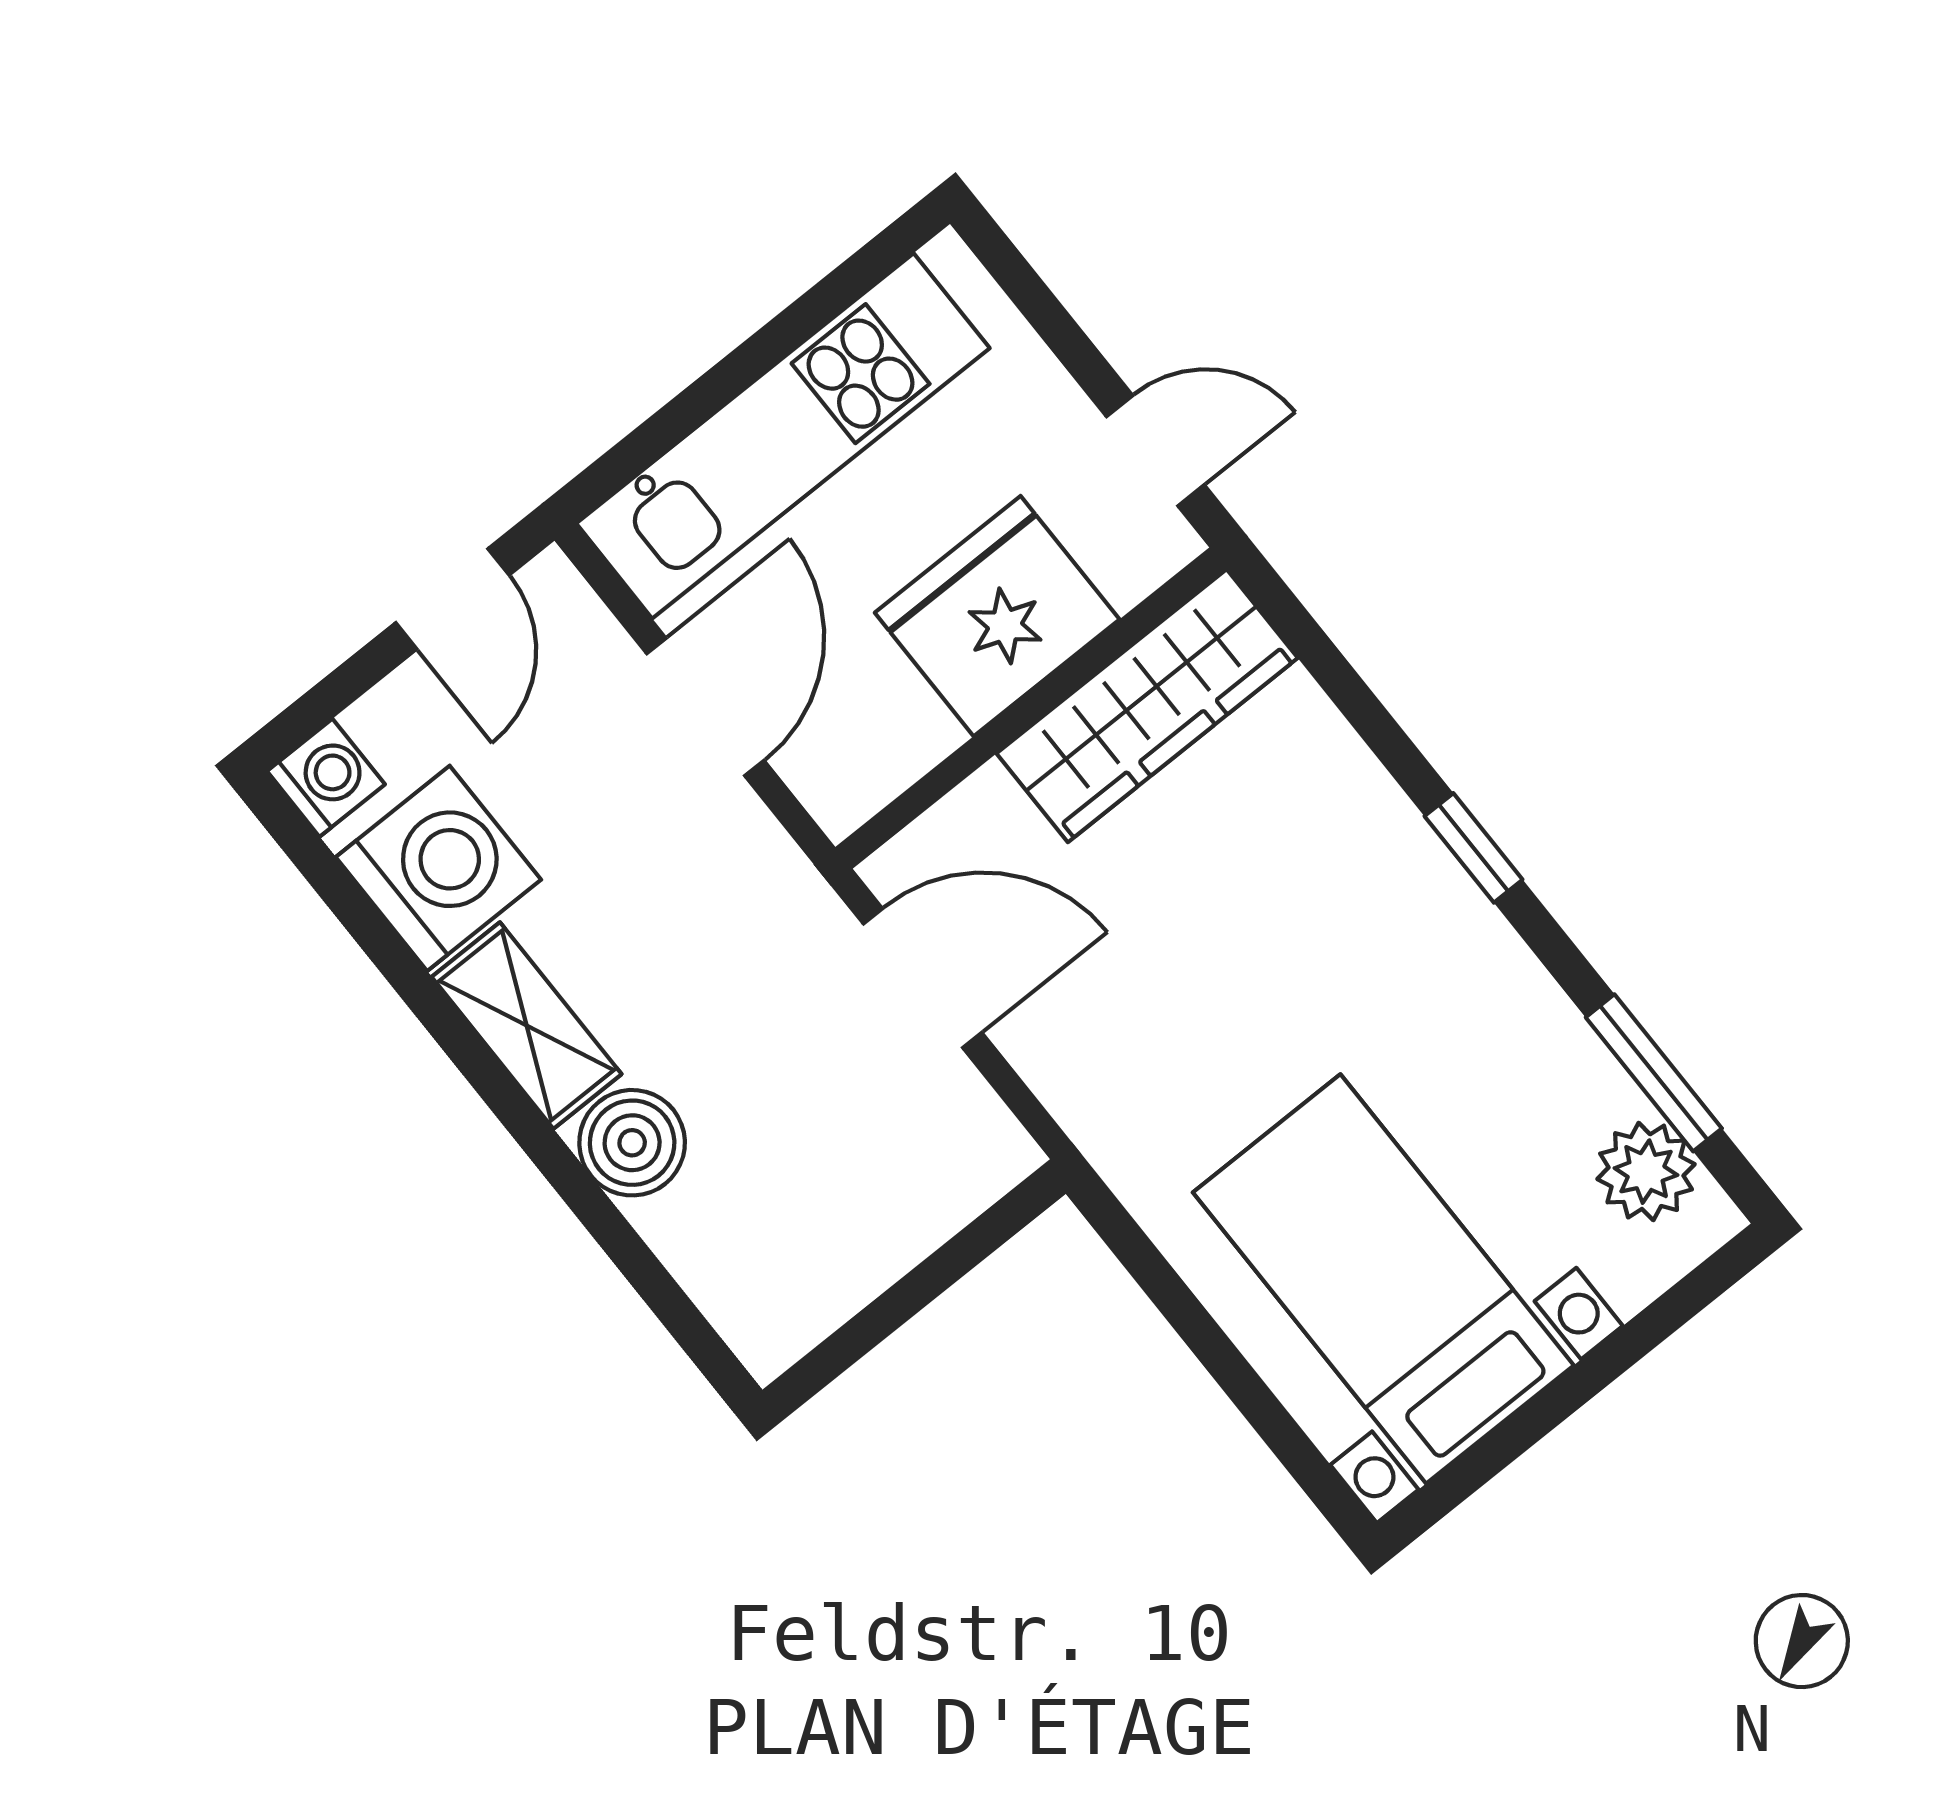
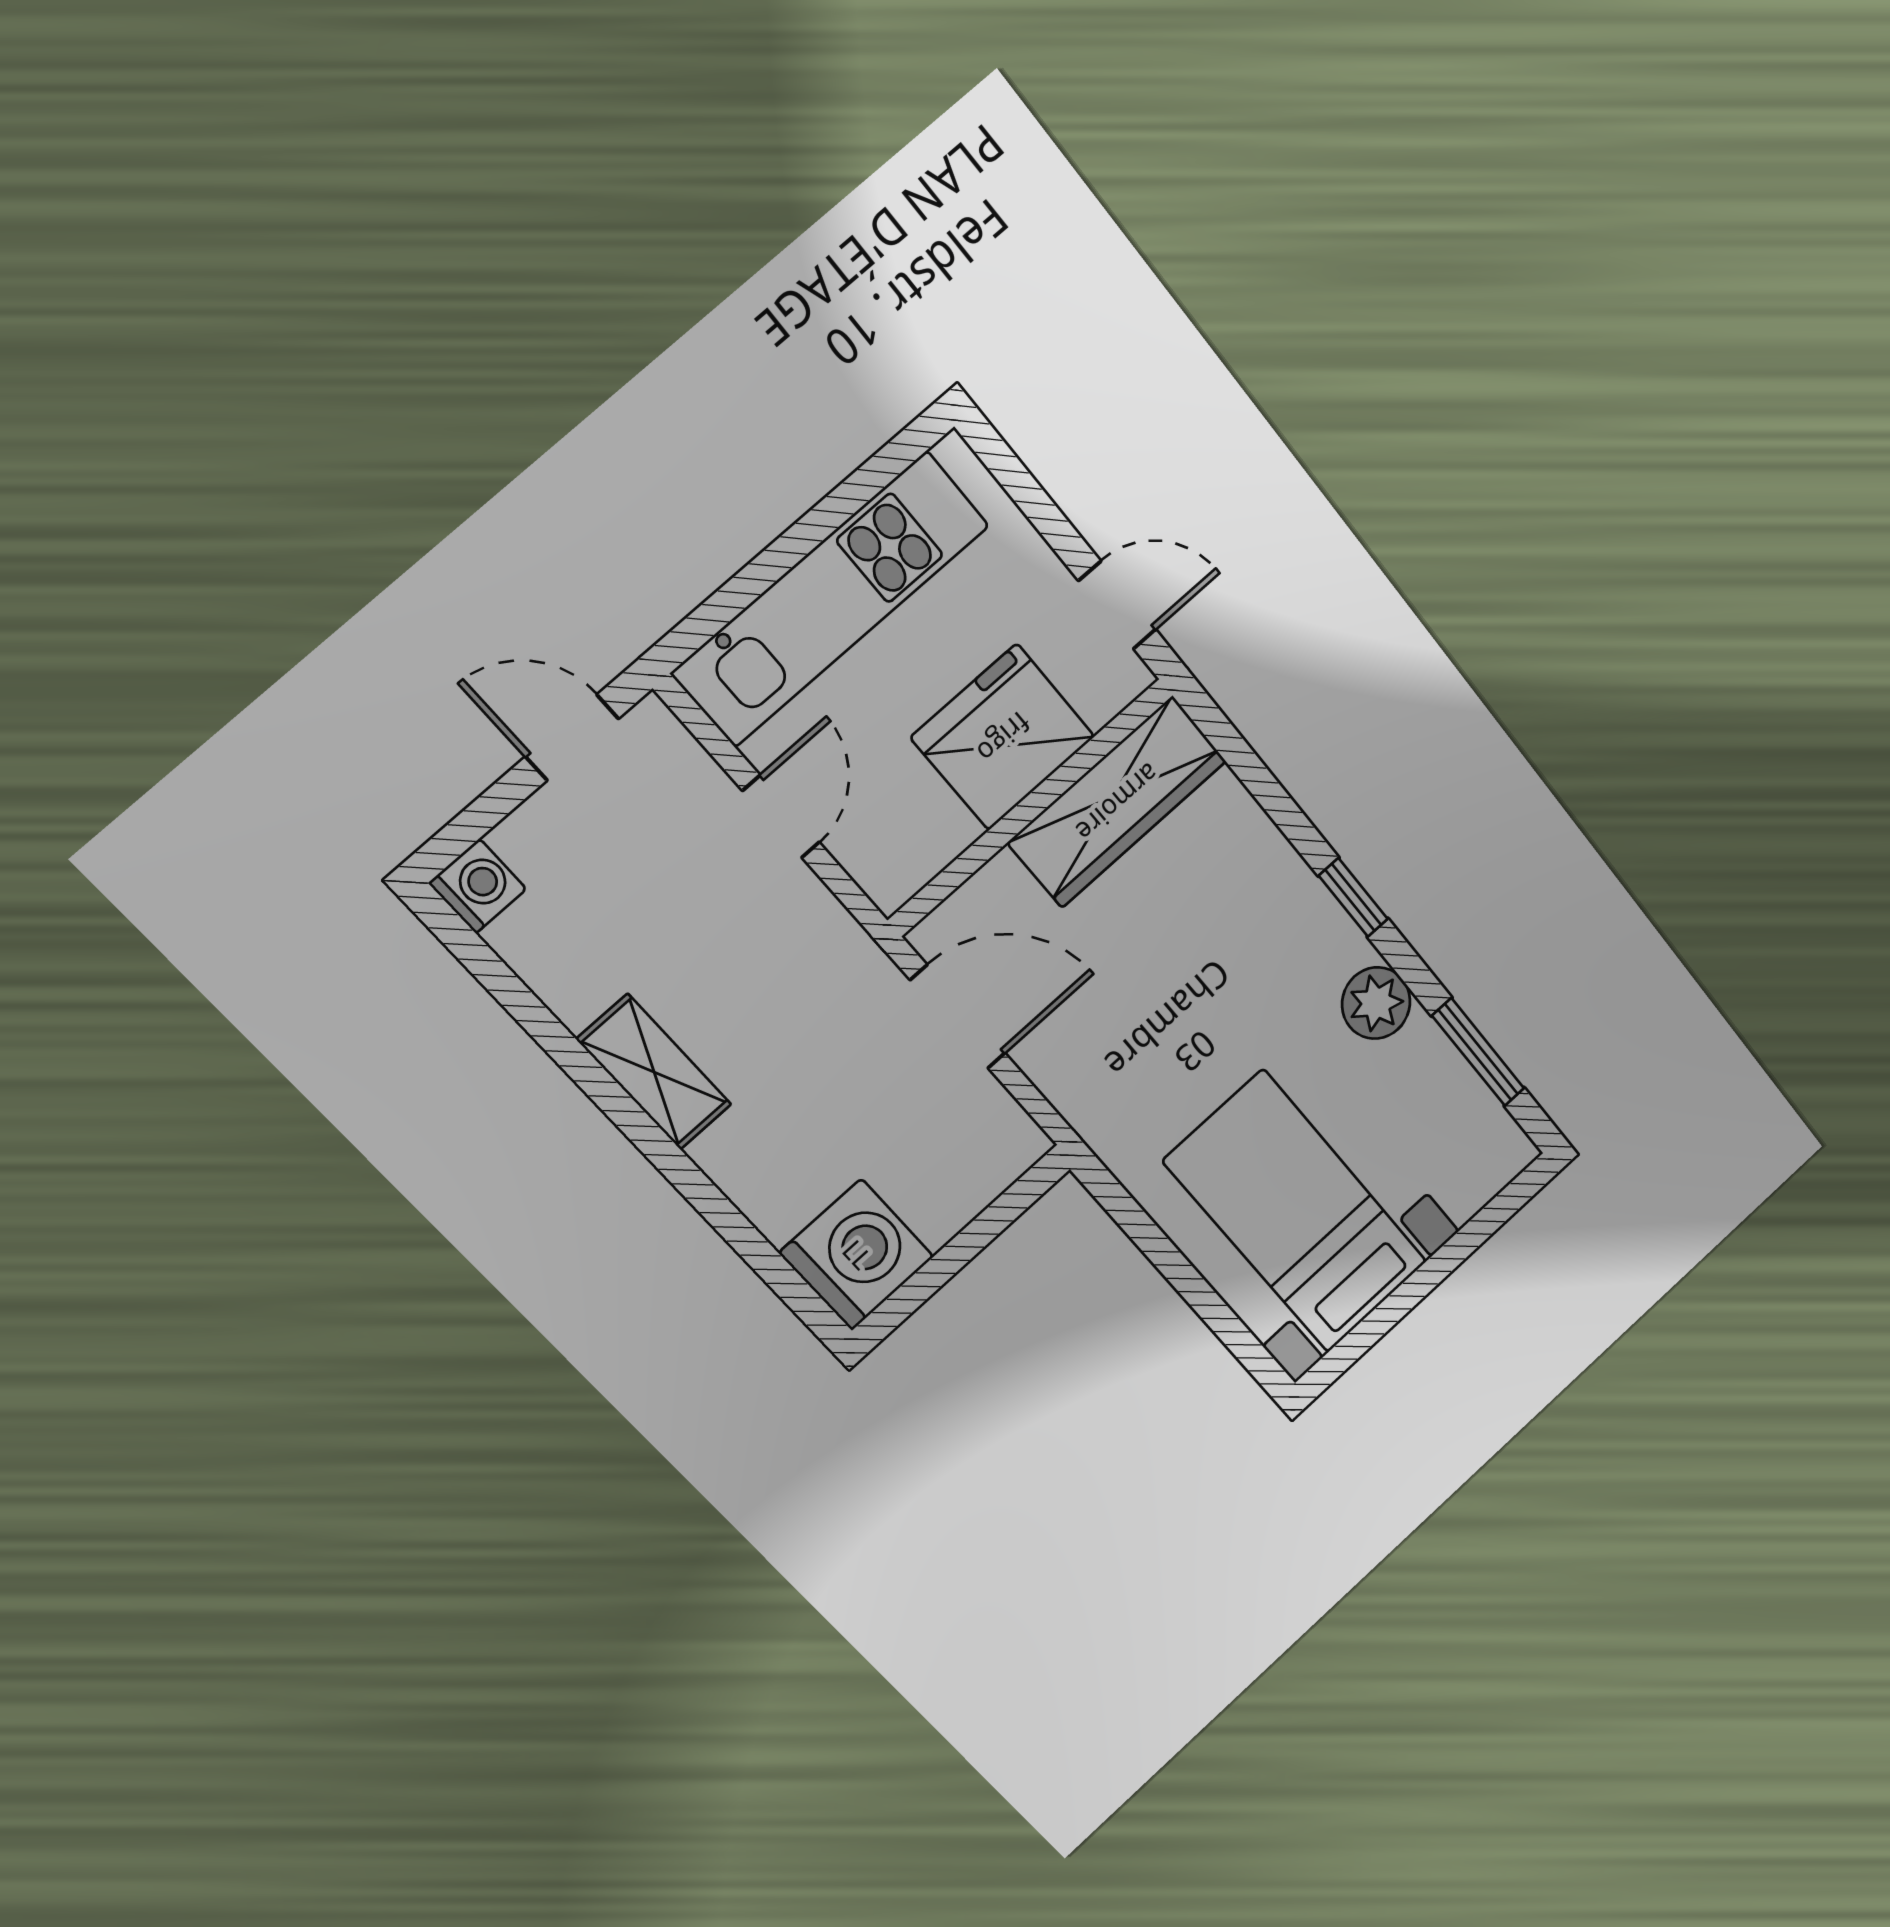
door: (452, 599) -> (572, 737), swing flipped
door: (705, 707) -> (781, 816), width x0.73
washing machine: (438, 868) -> (857, 1255), moved
boiler: (632, 1143) -> (742, 1156), removed
plant: (1646, 1172) -> (1376, 1003), moved

